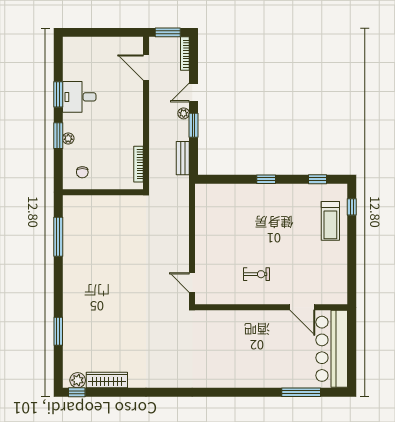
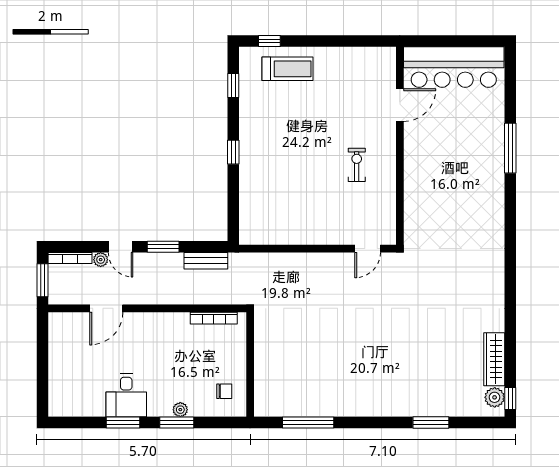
door: (146, 67) -> (106, 308), moved
plant: (184, 113) -> (101, 260), moved
window: (301, 392) -> (510, 148), moved

